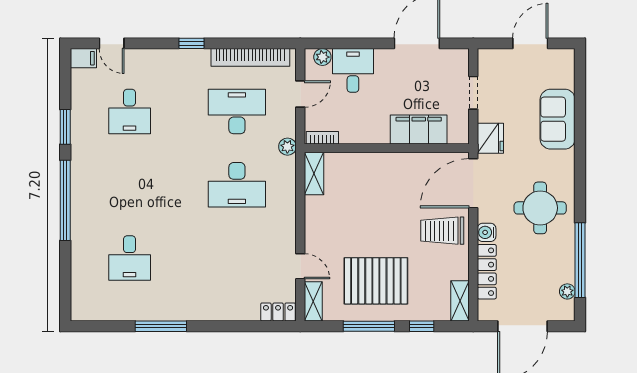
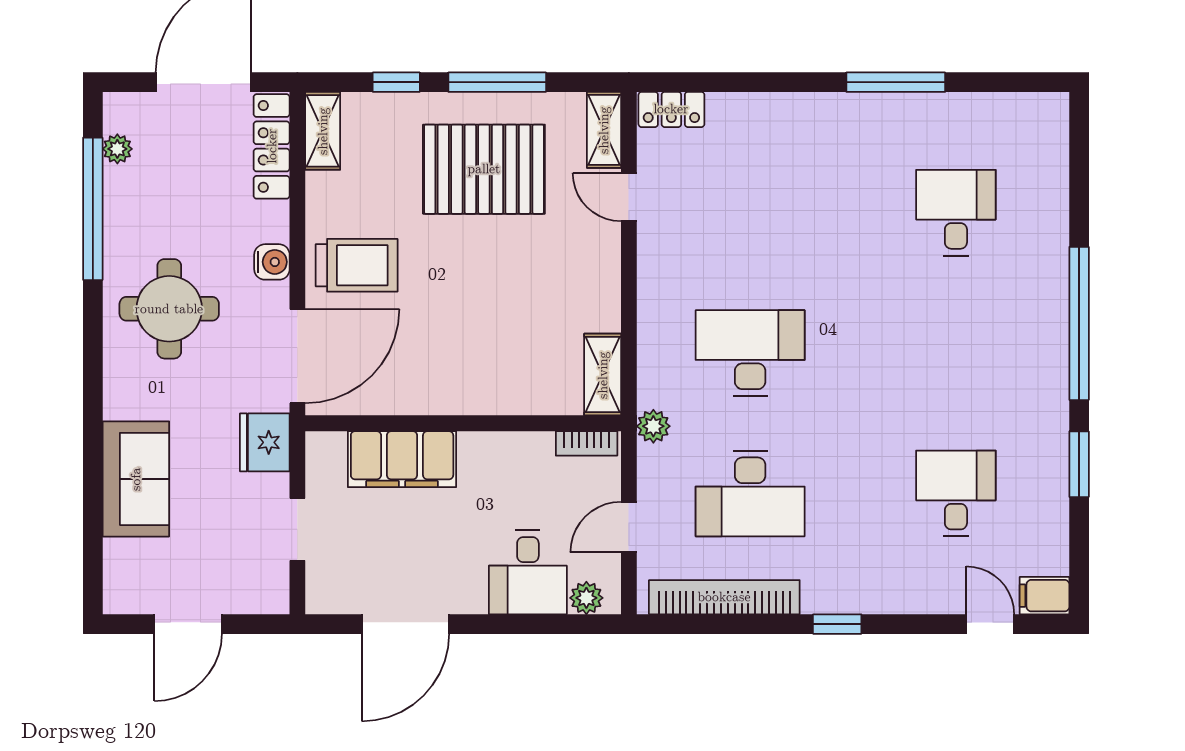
locker: (487, 272) -> (272, 146), moved

